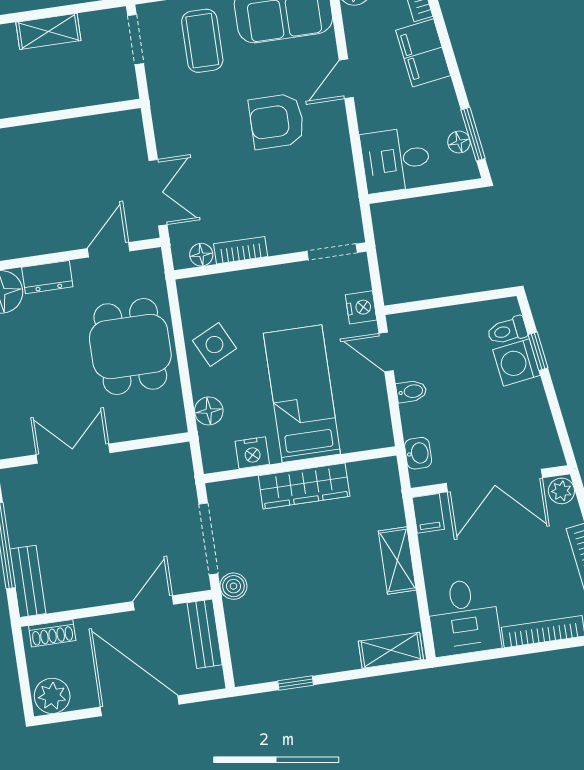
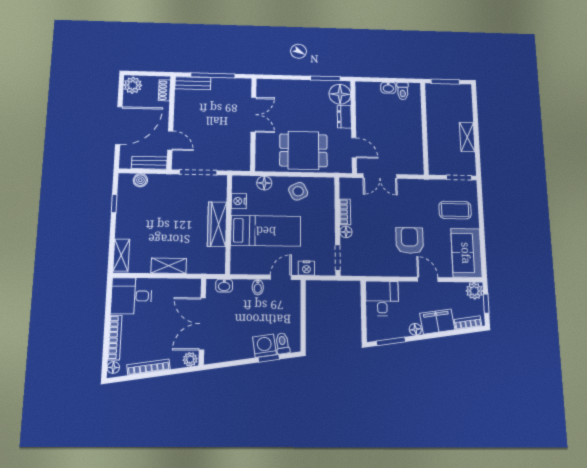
floor lamp: (459, 142) -> (415, 329), moved
floor lamp: (201, 255) -> (346, 232), moved
filing cabinet: (428, 513) -> (191, 286), removed
boiler: (233, 586) -> (140, 180), moved

